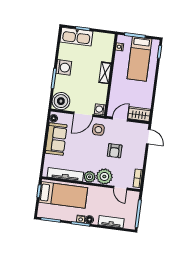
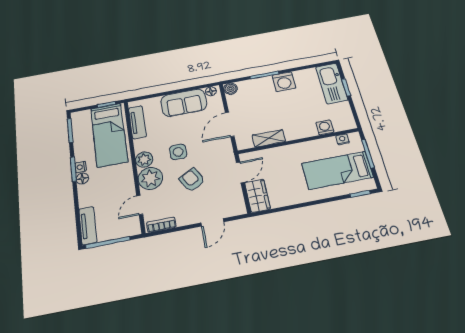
shelving: (105, 73) -> (269, 138), moved
boiler: (61, 101) -> (231, 89), width x0.54, depth x0.54
washing machine: (100, 109) -> (325, 127), moved
door: (83, 114) -> (230, 124), hinge flipped
door: (120, 119) -> (240, 172), hinge flipped
side table: (98, 130) -> (178, 152), moved
door: (148, 137) -> (212, 222), moved
armchair: (115, 151) -> (192, 180), turned 62
tv unit: (65, 175) -> (137, 122), width x0.71
tv unit: (111, 222) -> (88, 226), moved

